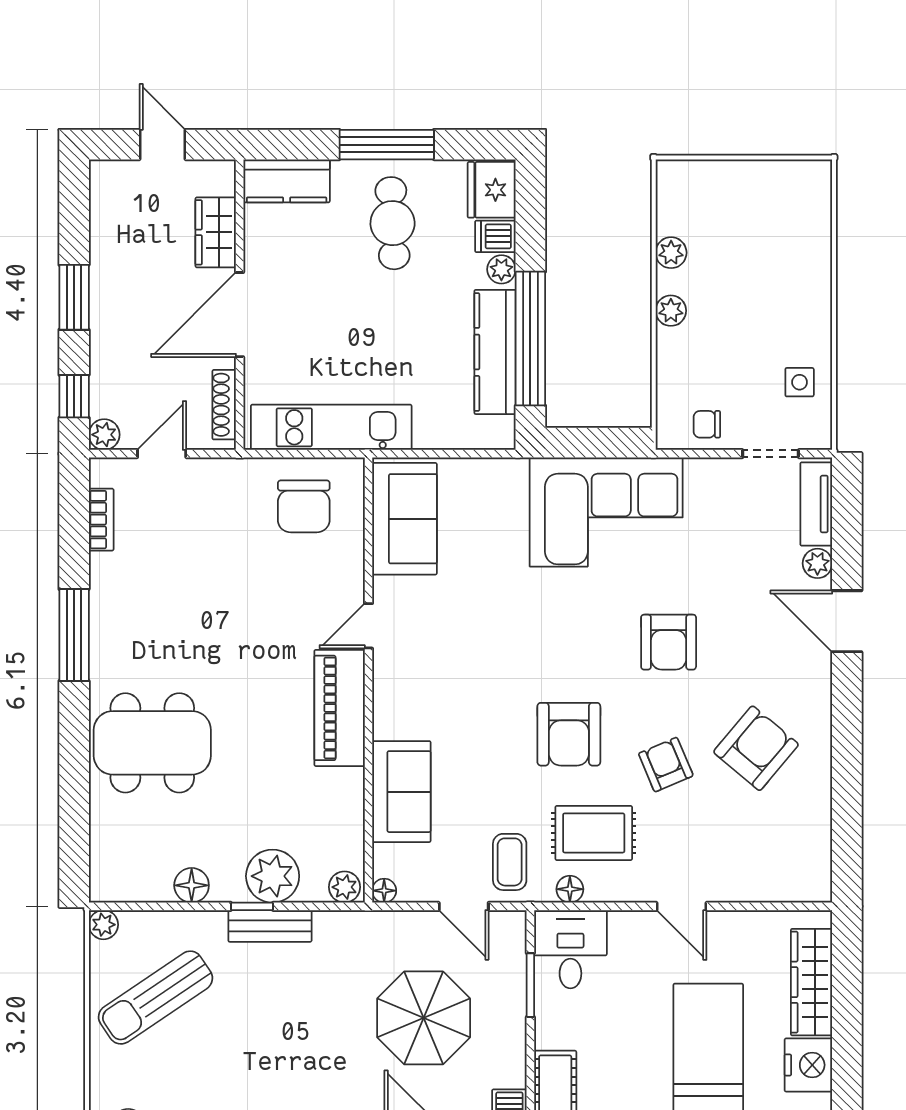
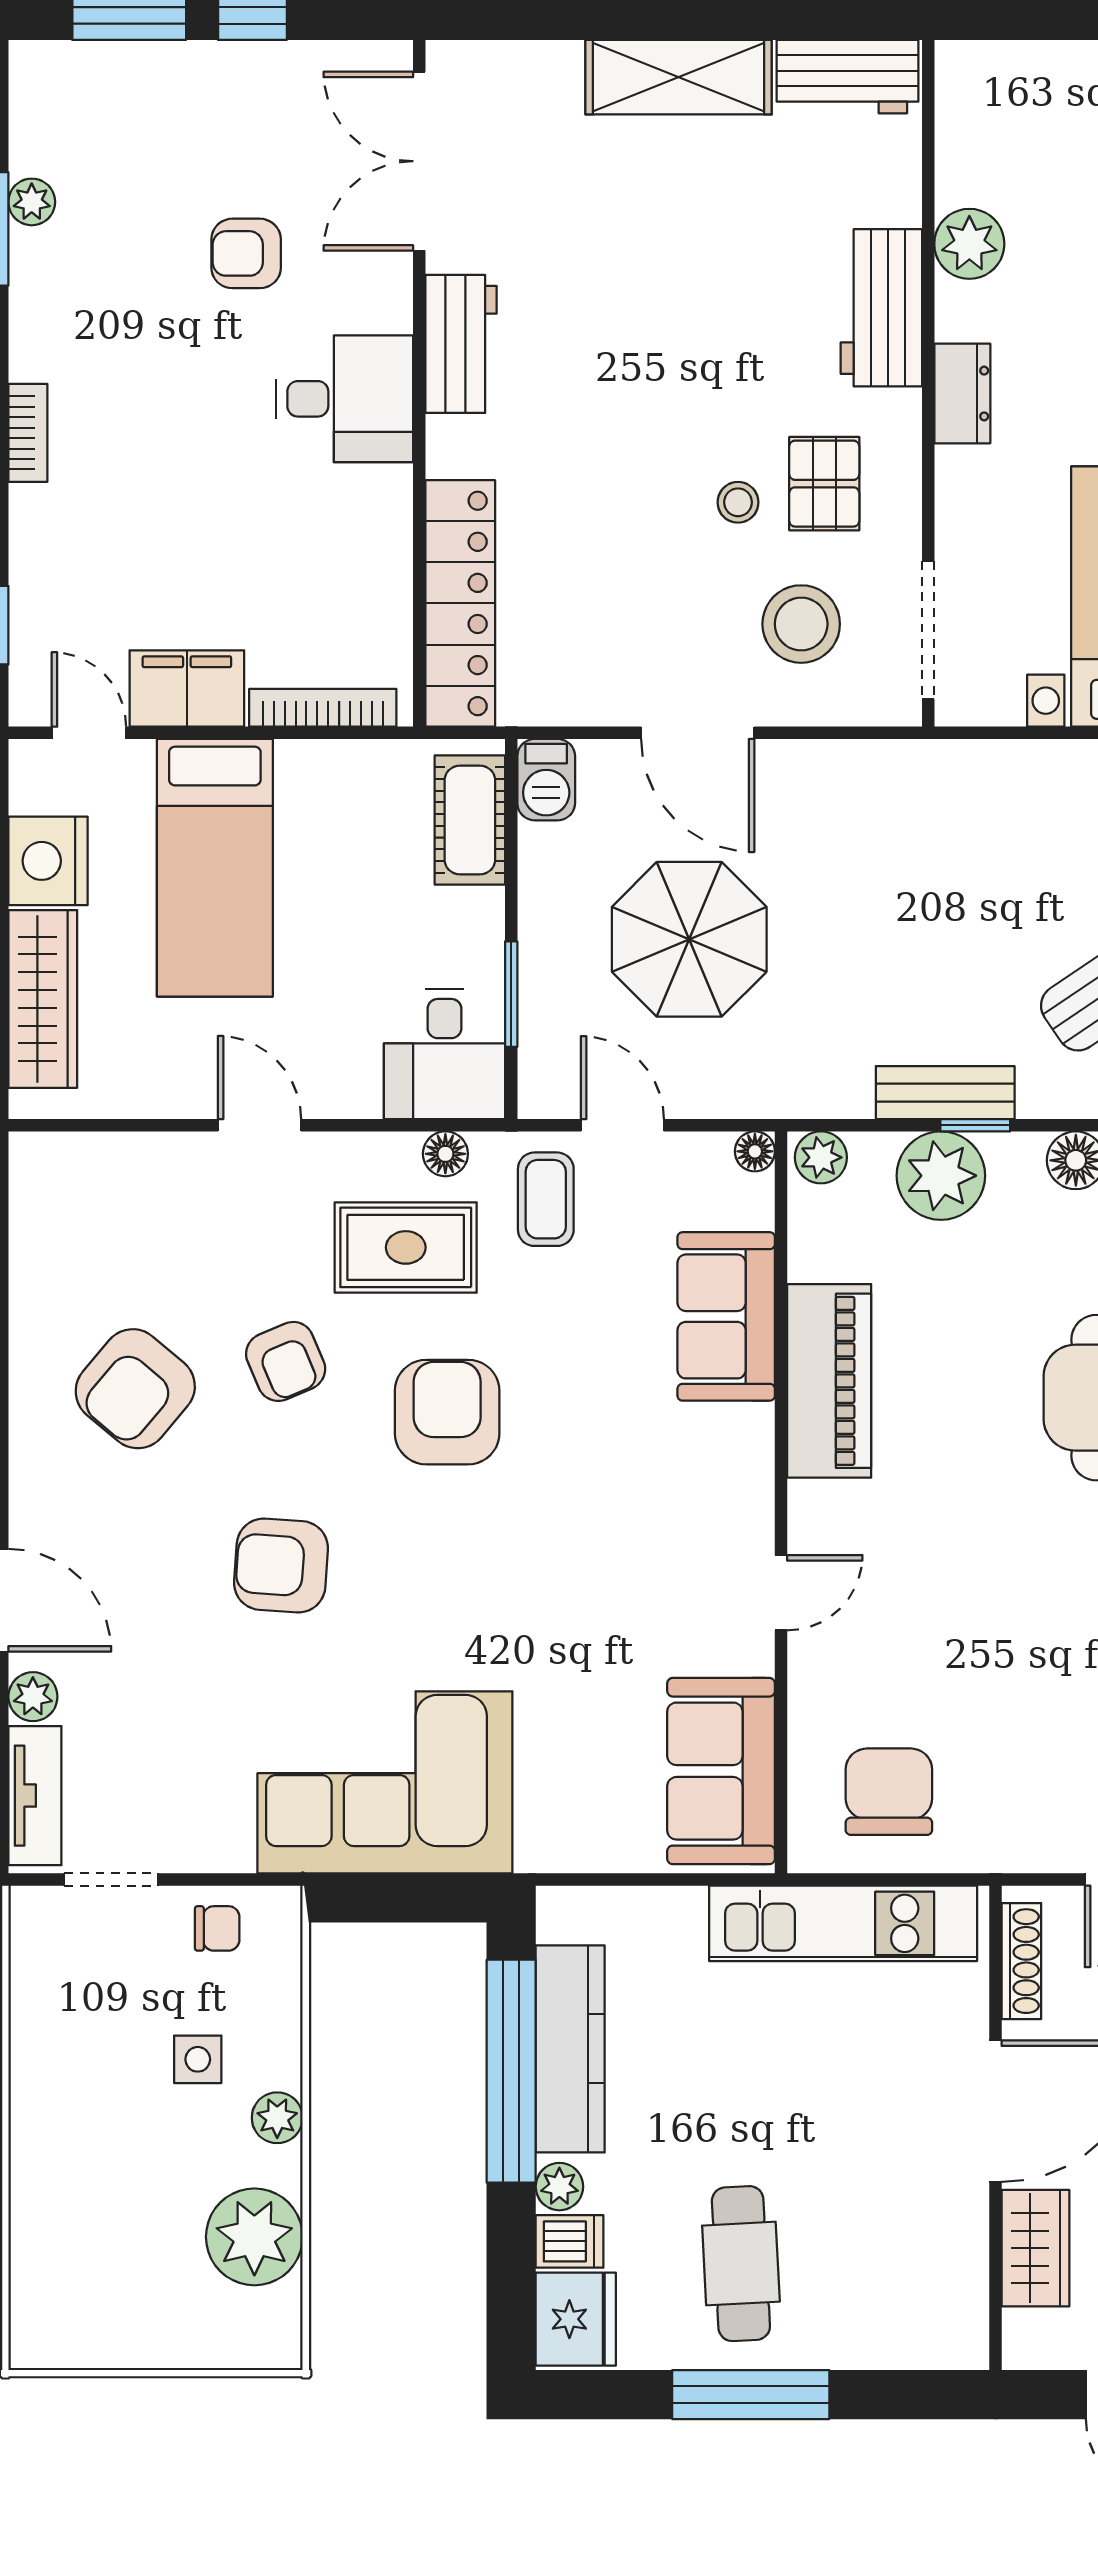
kitchen counter: (287, 181) -> (917, 2334), removed
plant: (671, 253) -> (254, 2237), width x1.88, depth x1.88
side table: (800, 382) -> (198, 2059), moved
armchair: (669, 642) -> (281, 1565), turned -86
piano: (340, 708) -> (829, 1381), moved

